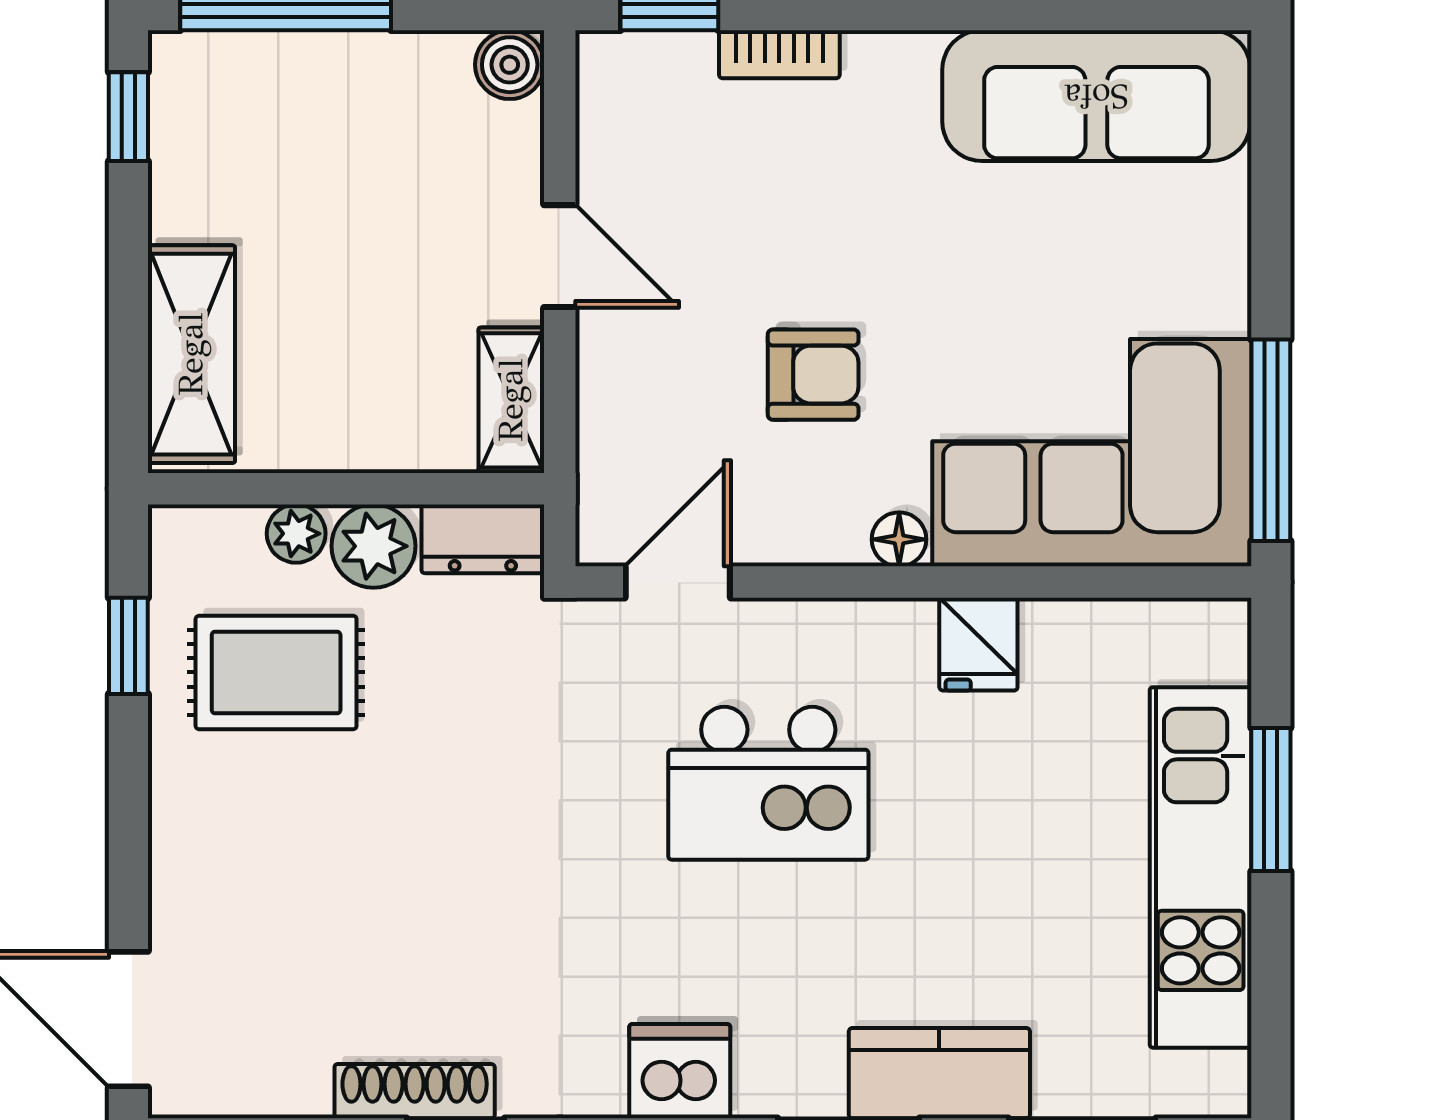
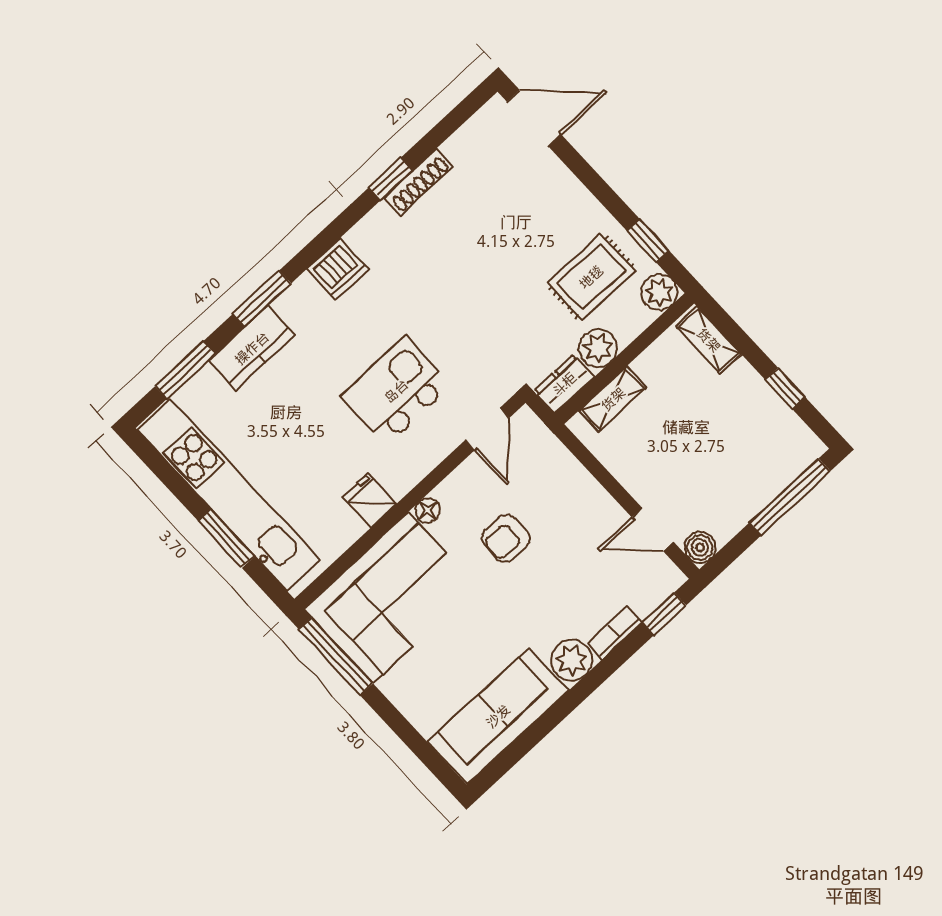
plant: (891, 75) -> (572, 660), added
window: (128, 117) -> (785, 388), moved
door: (560, 256) -> (653, 530), moved
shelving: (191, 354) -> (709, 340), width x0.67, depth x0.75
shelving: (511, 400) -> (613, 399), moved, turned 90
plant: (296, 534) -> (659, 292), moved, width x1.38, depth x1.38
kitchen unit: (1201, 867) -> (229, 495), width x1.36

